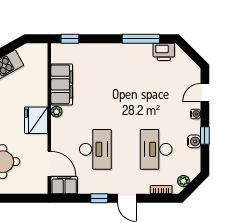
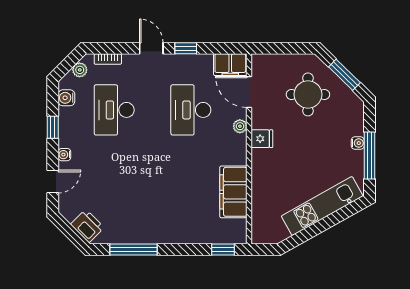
printer: (164, 52) -> (87, 226), moved, turned 45
plant: (56, 112) -> (240, 126), moved
fridge: (36, 120) -> (262, 139), width x0.53, depth x0.75
water cooler: (194, 141) -> (66, 98), moved
desk: (156, 149) -> (114, 110), turned 180

